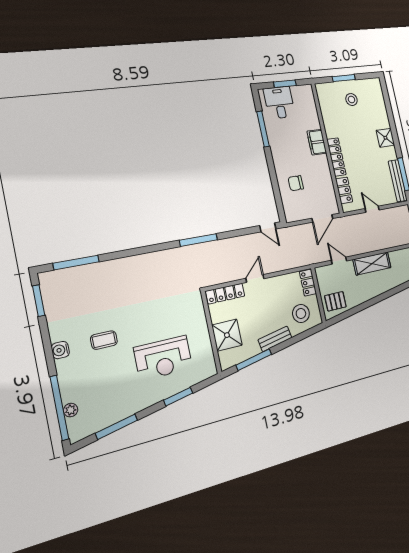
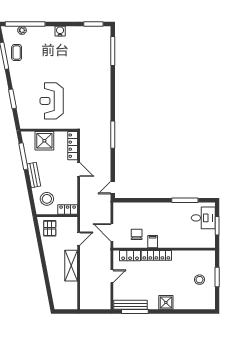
filing cabinet: (317, 142) -> (153, 242), moved, width x0.50
chair: (296, 183) -> (137, 234), moved
coffee table: (104, 340) -> (17, 53), moved
reception desk: (163, 358) -> (52, 101), moved

